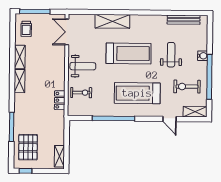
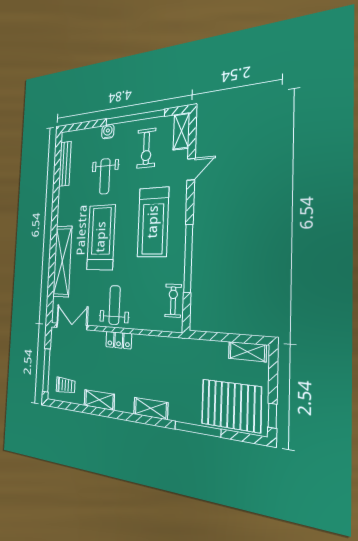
shelving: (112, 21) -> (62, 261), width x1.47
double door: (67, 32) -> (72, 326), swing flipped
weight bench: (171, 55) -> (105, 176), turned -90
shelving: (20, 81) -> (151, 408), moved
exercise bike: (81, 93) -> (173, 301), moved
locker: (60, 100) -> (119, 340), moved
pallet: (28, 147) -> (231, 405), width x1.37, depth x1.41

